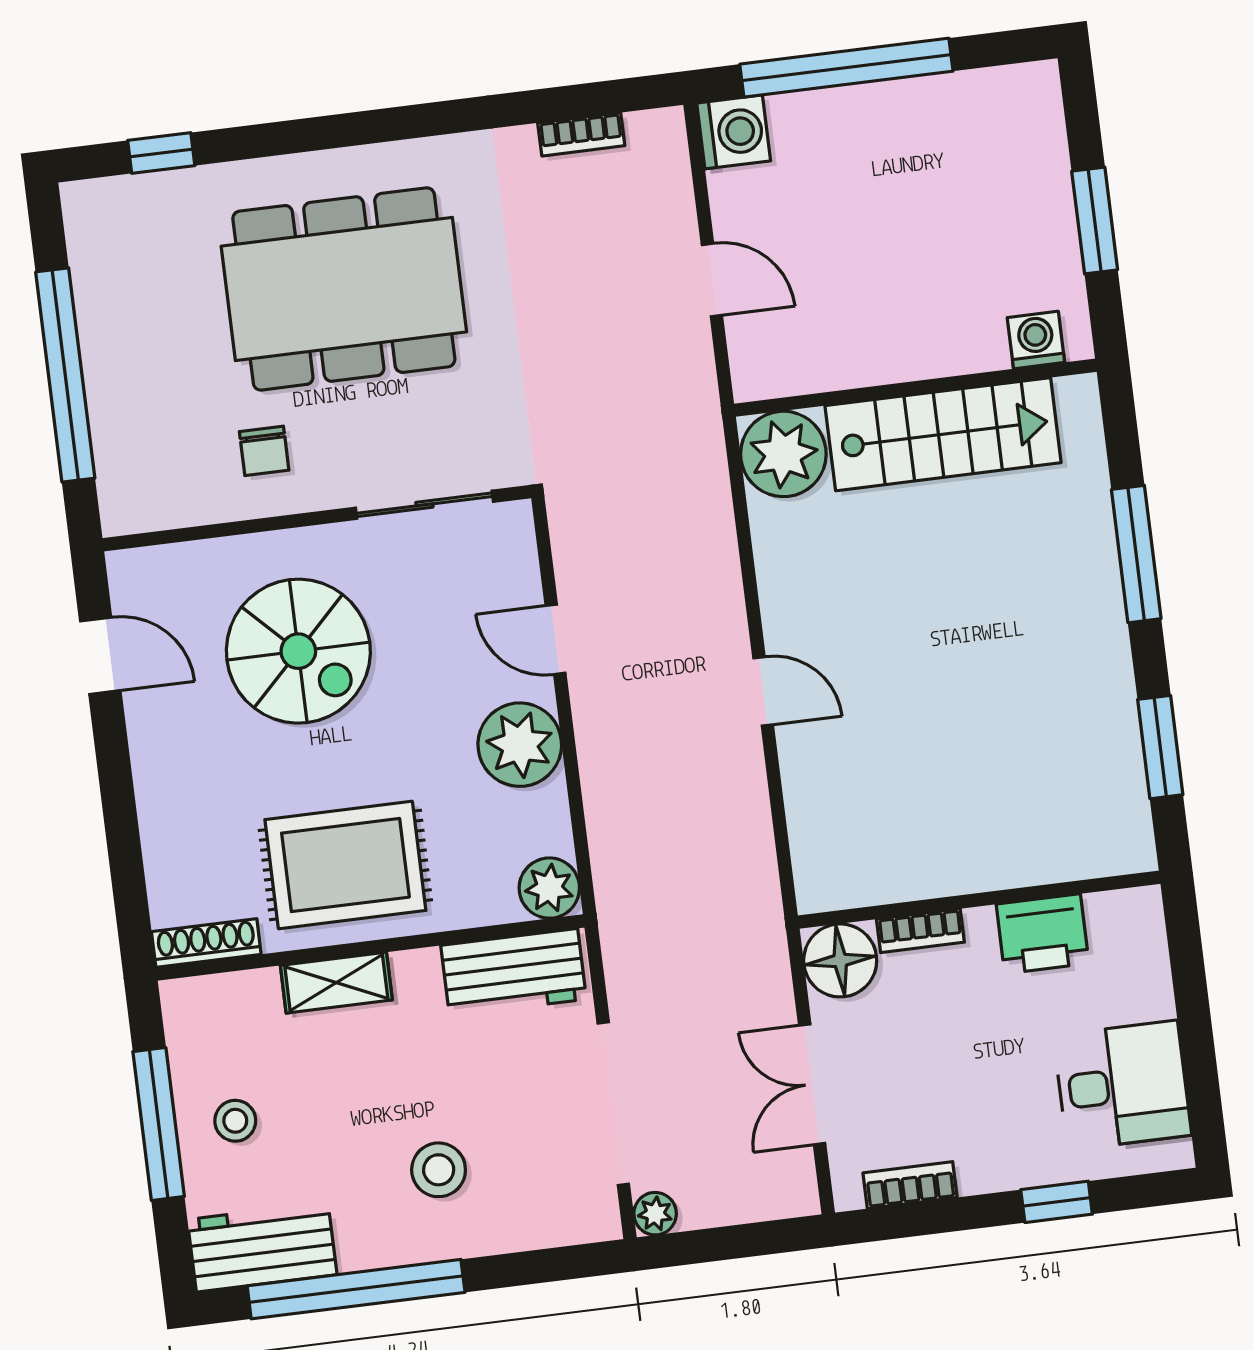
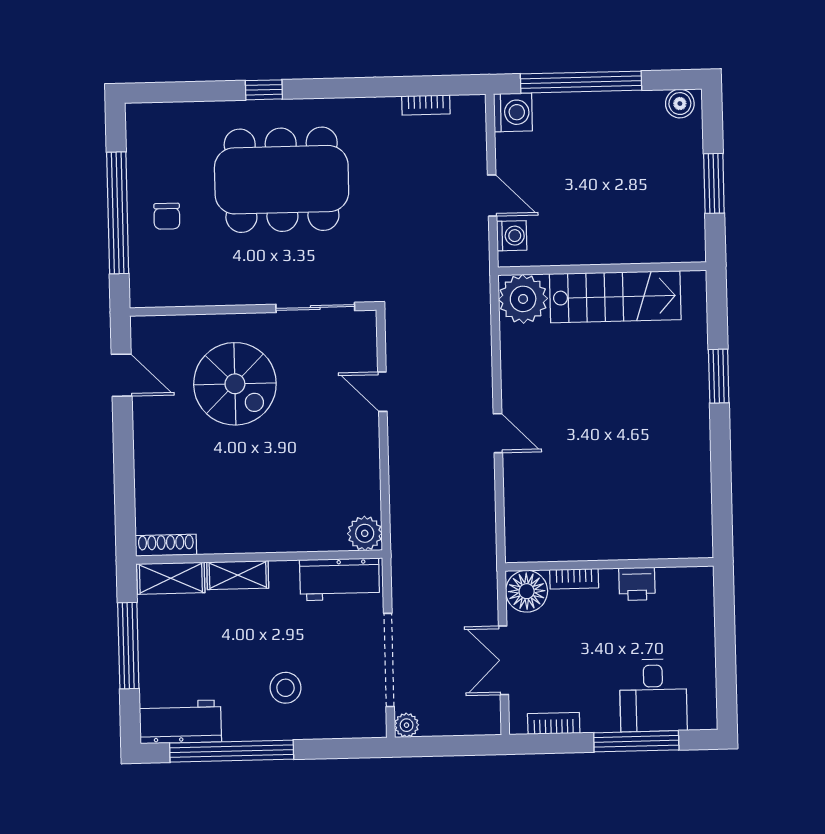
boiler: (1022, 88) -> (680, 104), added
window: (161, 153) -> (264, 90), moved
washing machine: (1036, 340) -> (512, 236), moved, turned 90
chair: (264, 451) -> (167, 216), moved
window: (1136, 554) -> (719, 376), width x0.69
plant: (520, 745) -> (356, 450), removed
window: (1160, 747) -> (721, 488), removed
rug: (345, 865) -> (250, 509), removed
printer: (1043, 934) -> (637, 584), width x0.73, depth x0.81
shelving: (221, 1000) -> (171, 578), added
desk: (1122, 1085) -> (653, 695), moved, turned 90
stool: (235, 1121) -> (172, 648), removed
window: (1057, 1202) -> (636, 741), width x2.17

